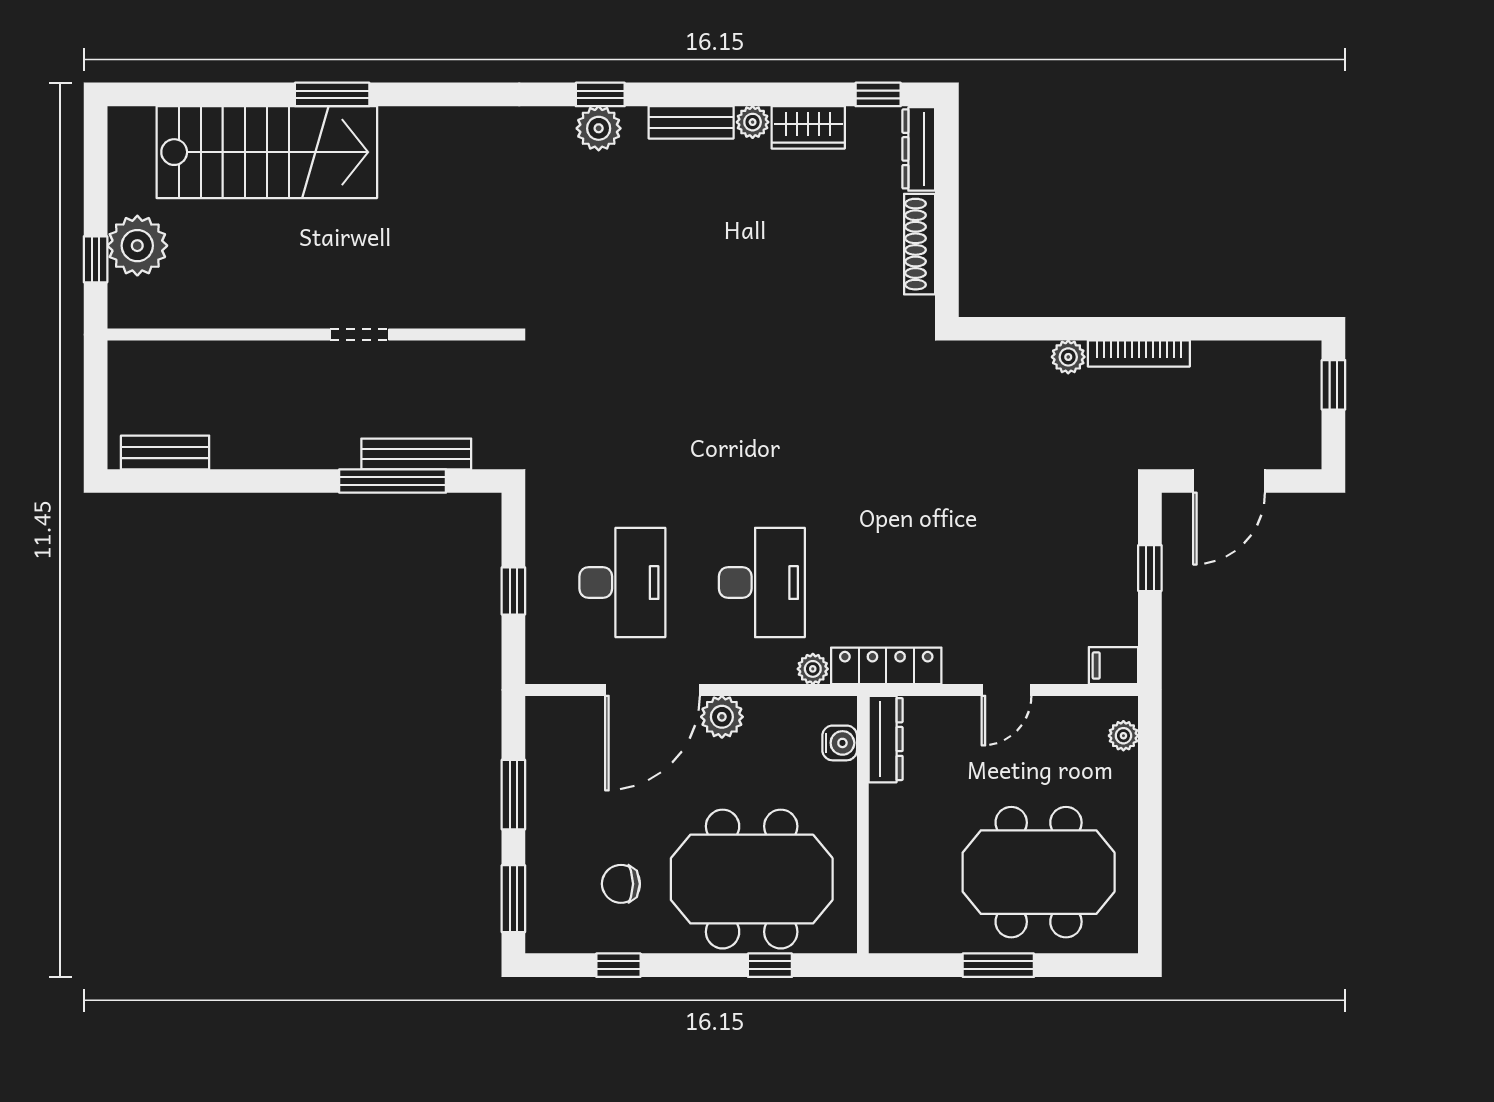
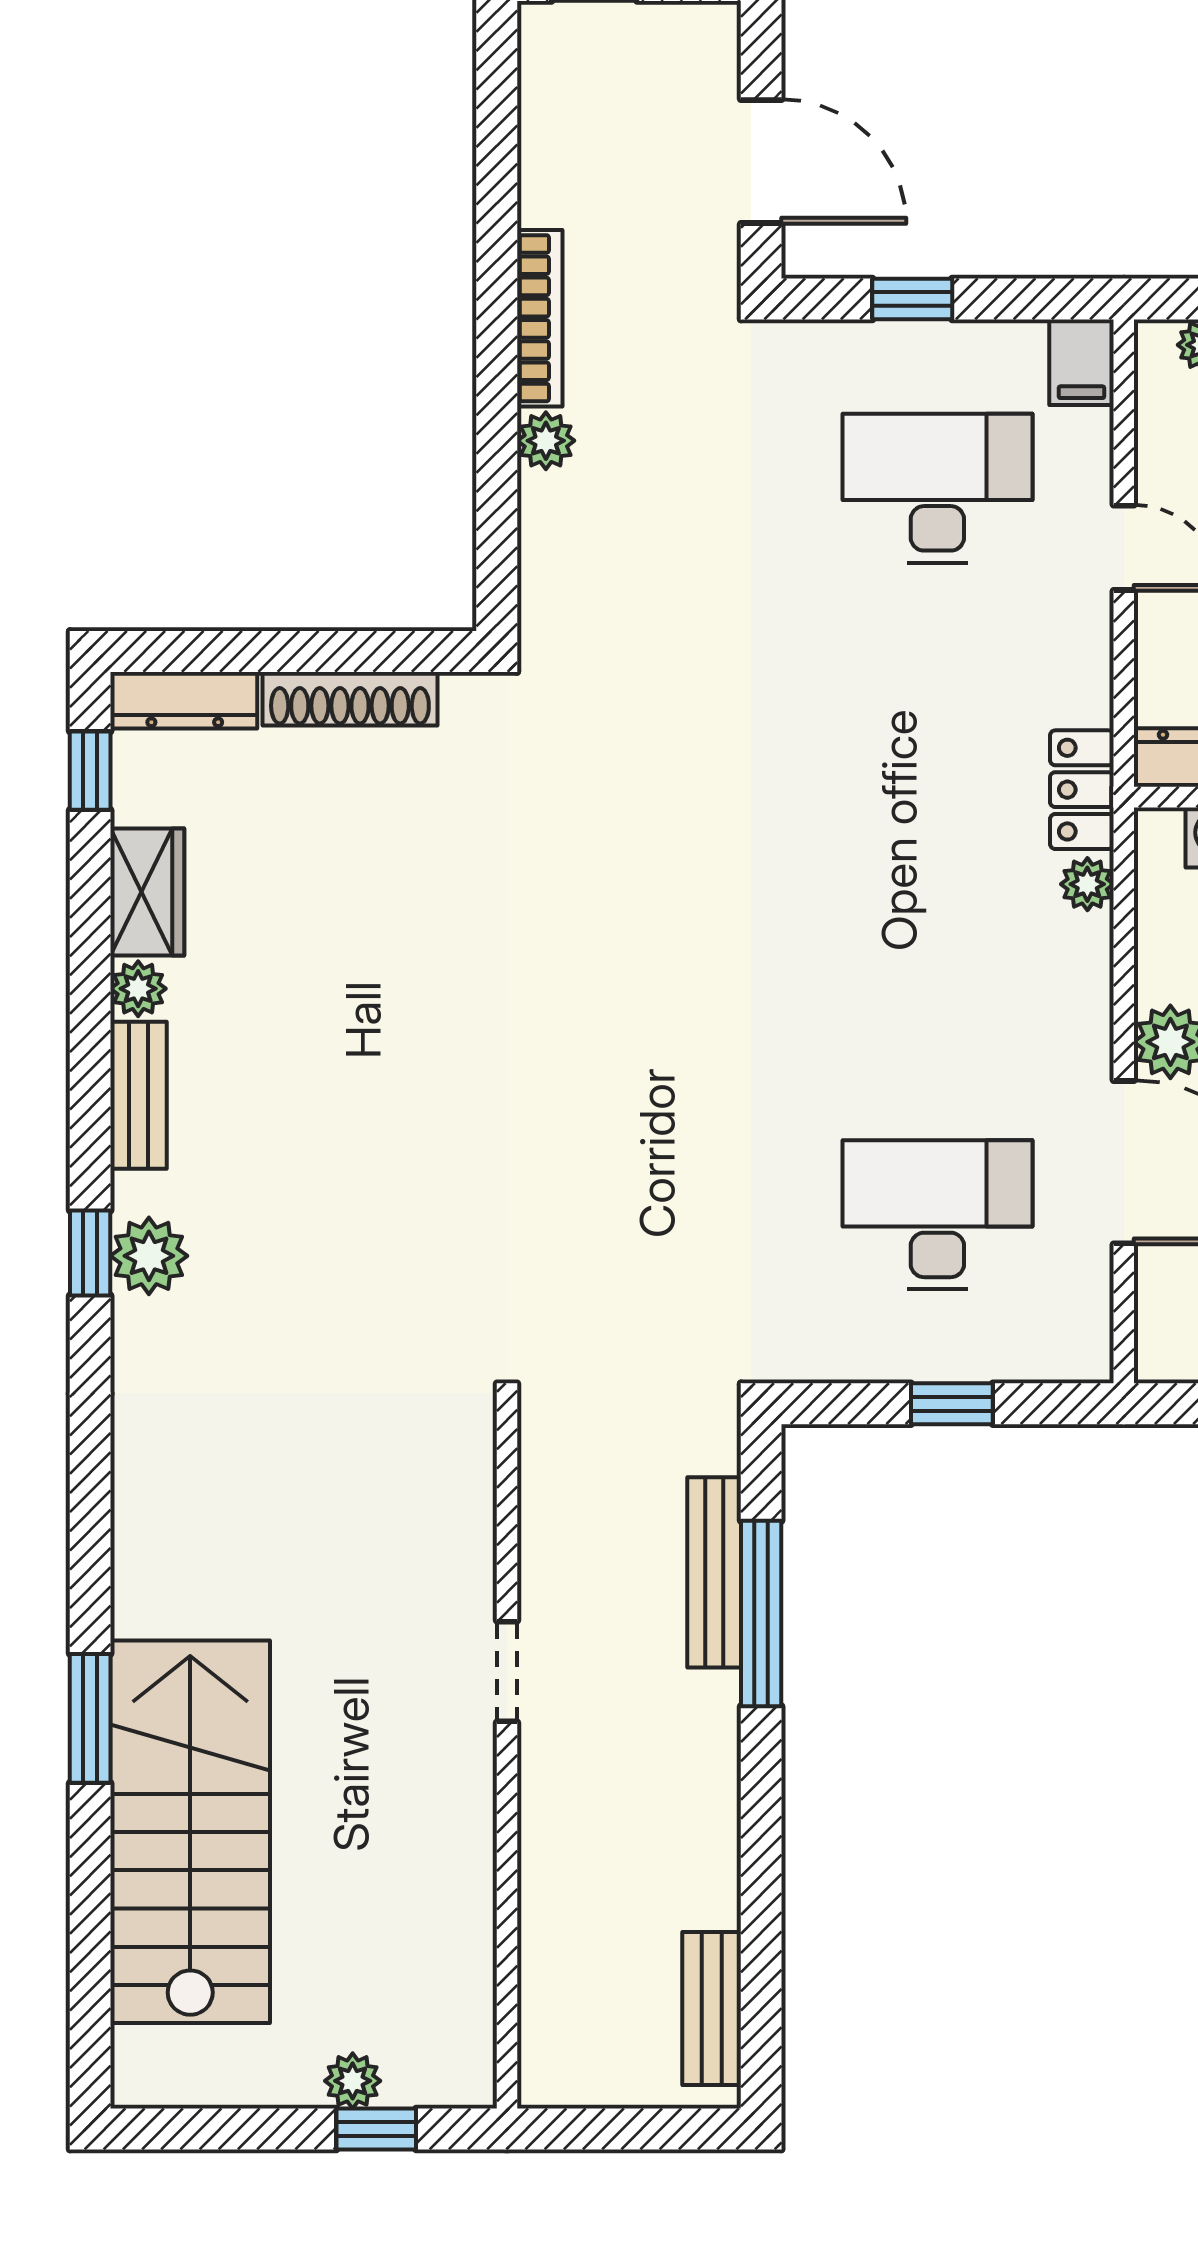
plant: (137, 246) -> (353, 2081), width x0.53, depth x0.53
desk: (762, 583) -> (937, 488), moved
locker: (886, 666) -> (1082, 790), width x0.66

